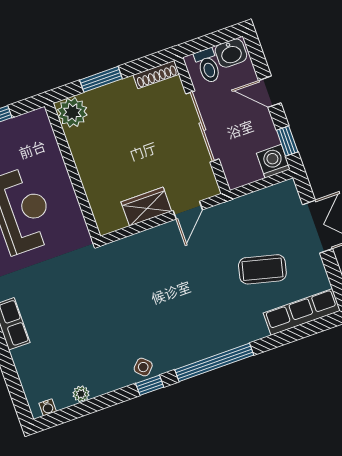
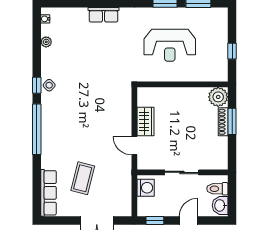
shoe rack: (156, 75) -> (223, 122), moved
sliding door: (202, 126) -> (182, 172), width x0.73
washing machine: (273, 161) -> (146, 188), moved

